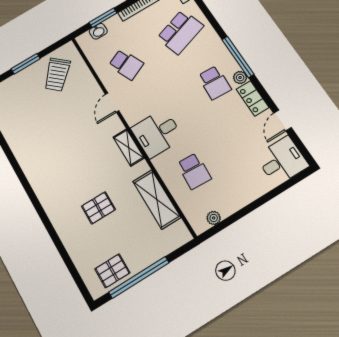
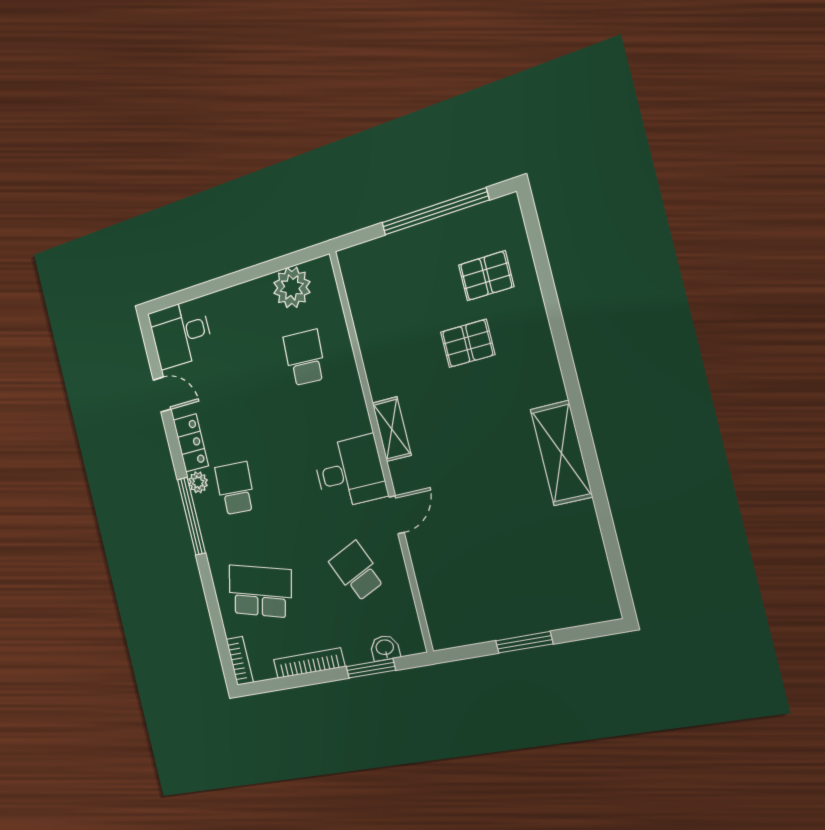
school desk: (180, 32) -> (260, 591), turned 33
trolley: (57, 75) -> (474, 600), removed
door: (282, 120) -> (162, 395), hinge flipped
desk: (157, 133) -> (350, 472), moved
shelving: (157, 199) -> (561, 453), moved
plant: (214, 218) -> (292, 287), width x1.88, depth x1.88
pallet: (112, 271) -> (486, 276), moved

